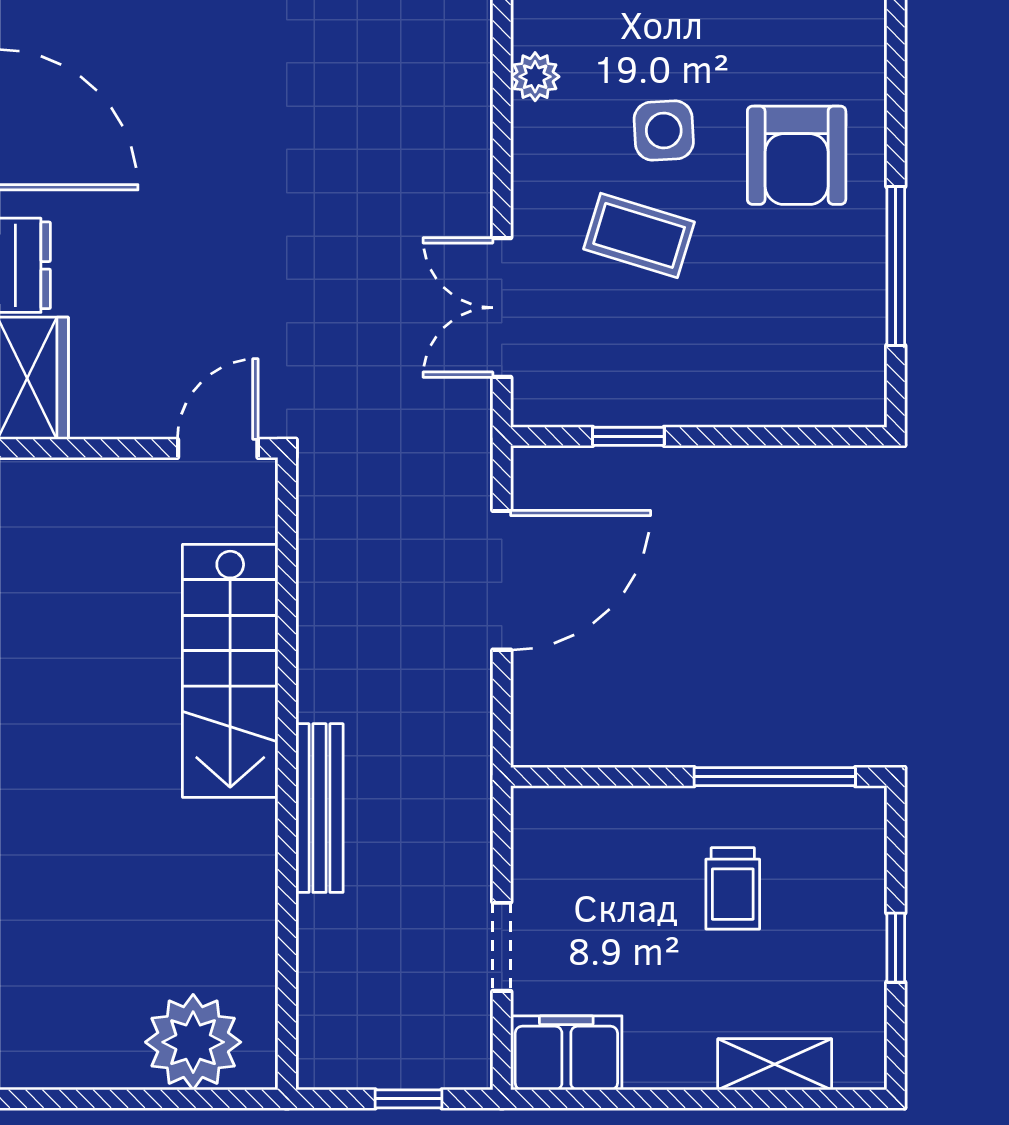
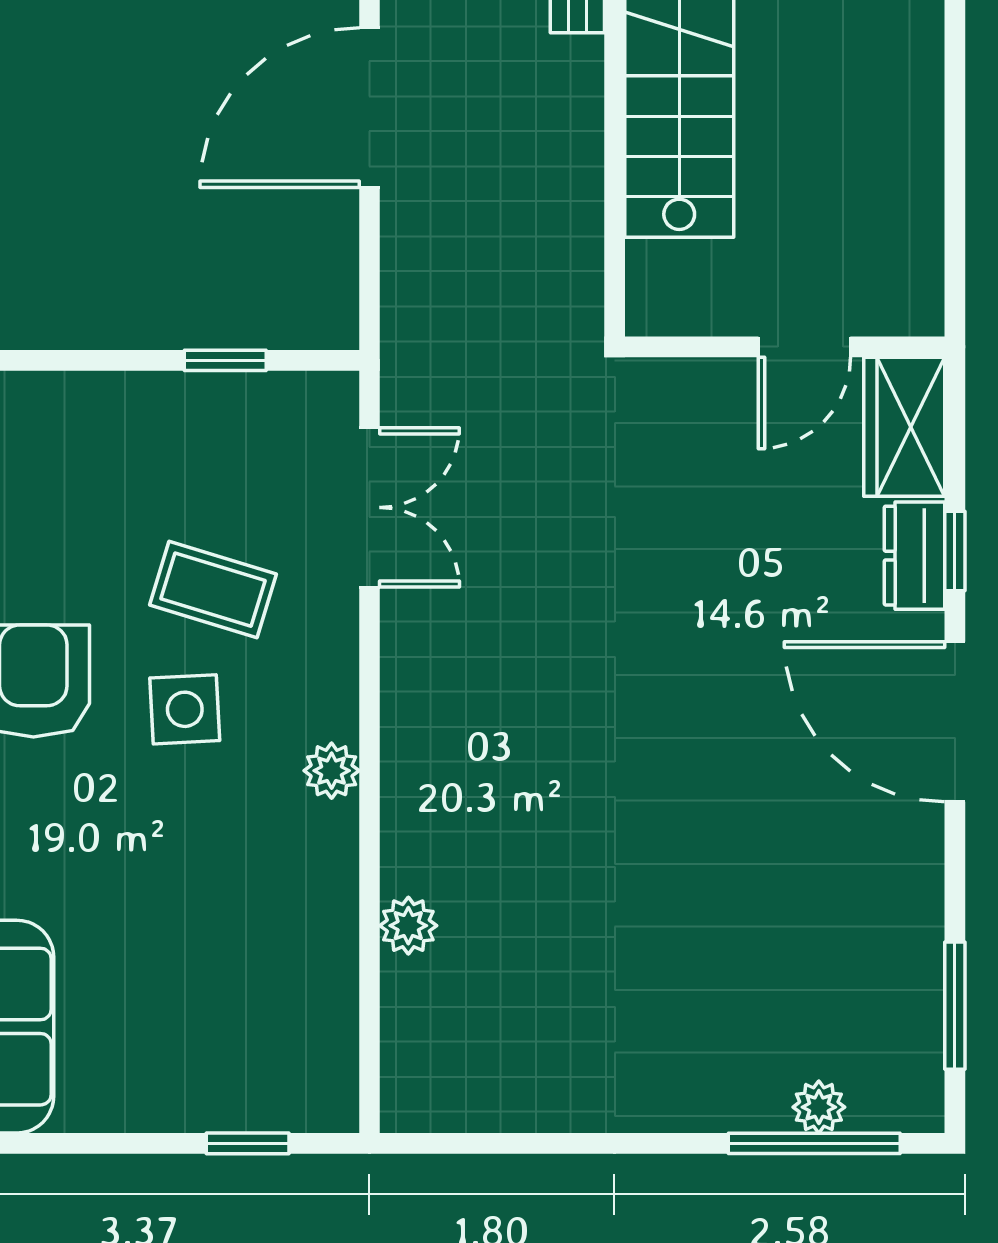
door: (218, 448) -> (804, 347), moved
door: (502, 580) -> (369, 108), moved

